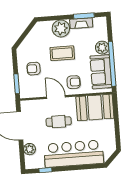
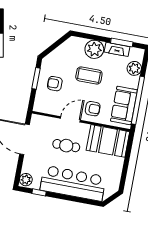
plant: (102, 48) -> (134, 68), moved
window: (17, 84) -> (36, 78), moved
door: (56, 97) -> (70, 119), hinge flipped
plant: (30, 149) -> (26, 180), moved

